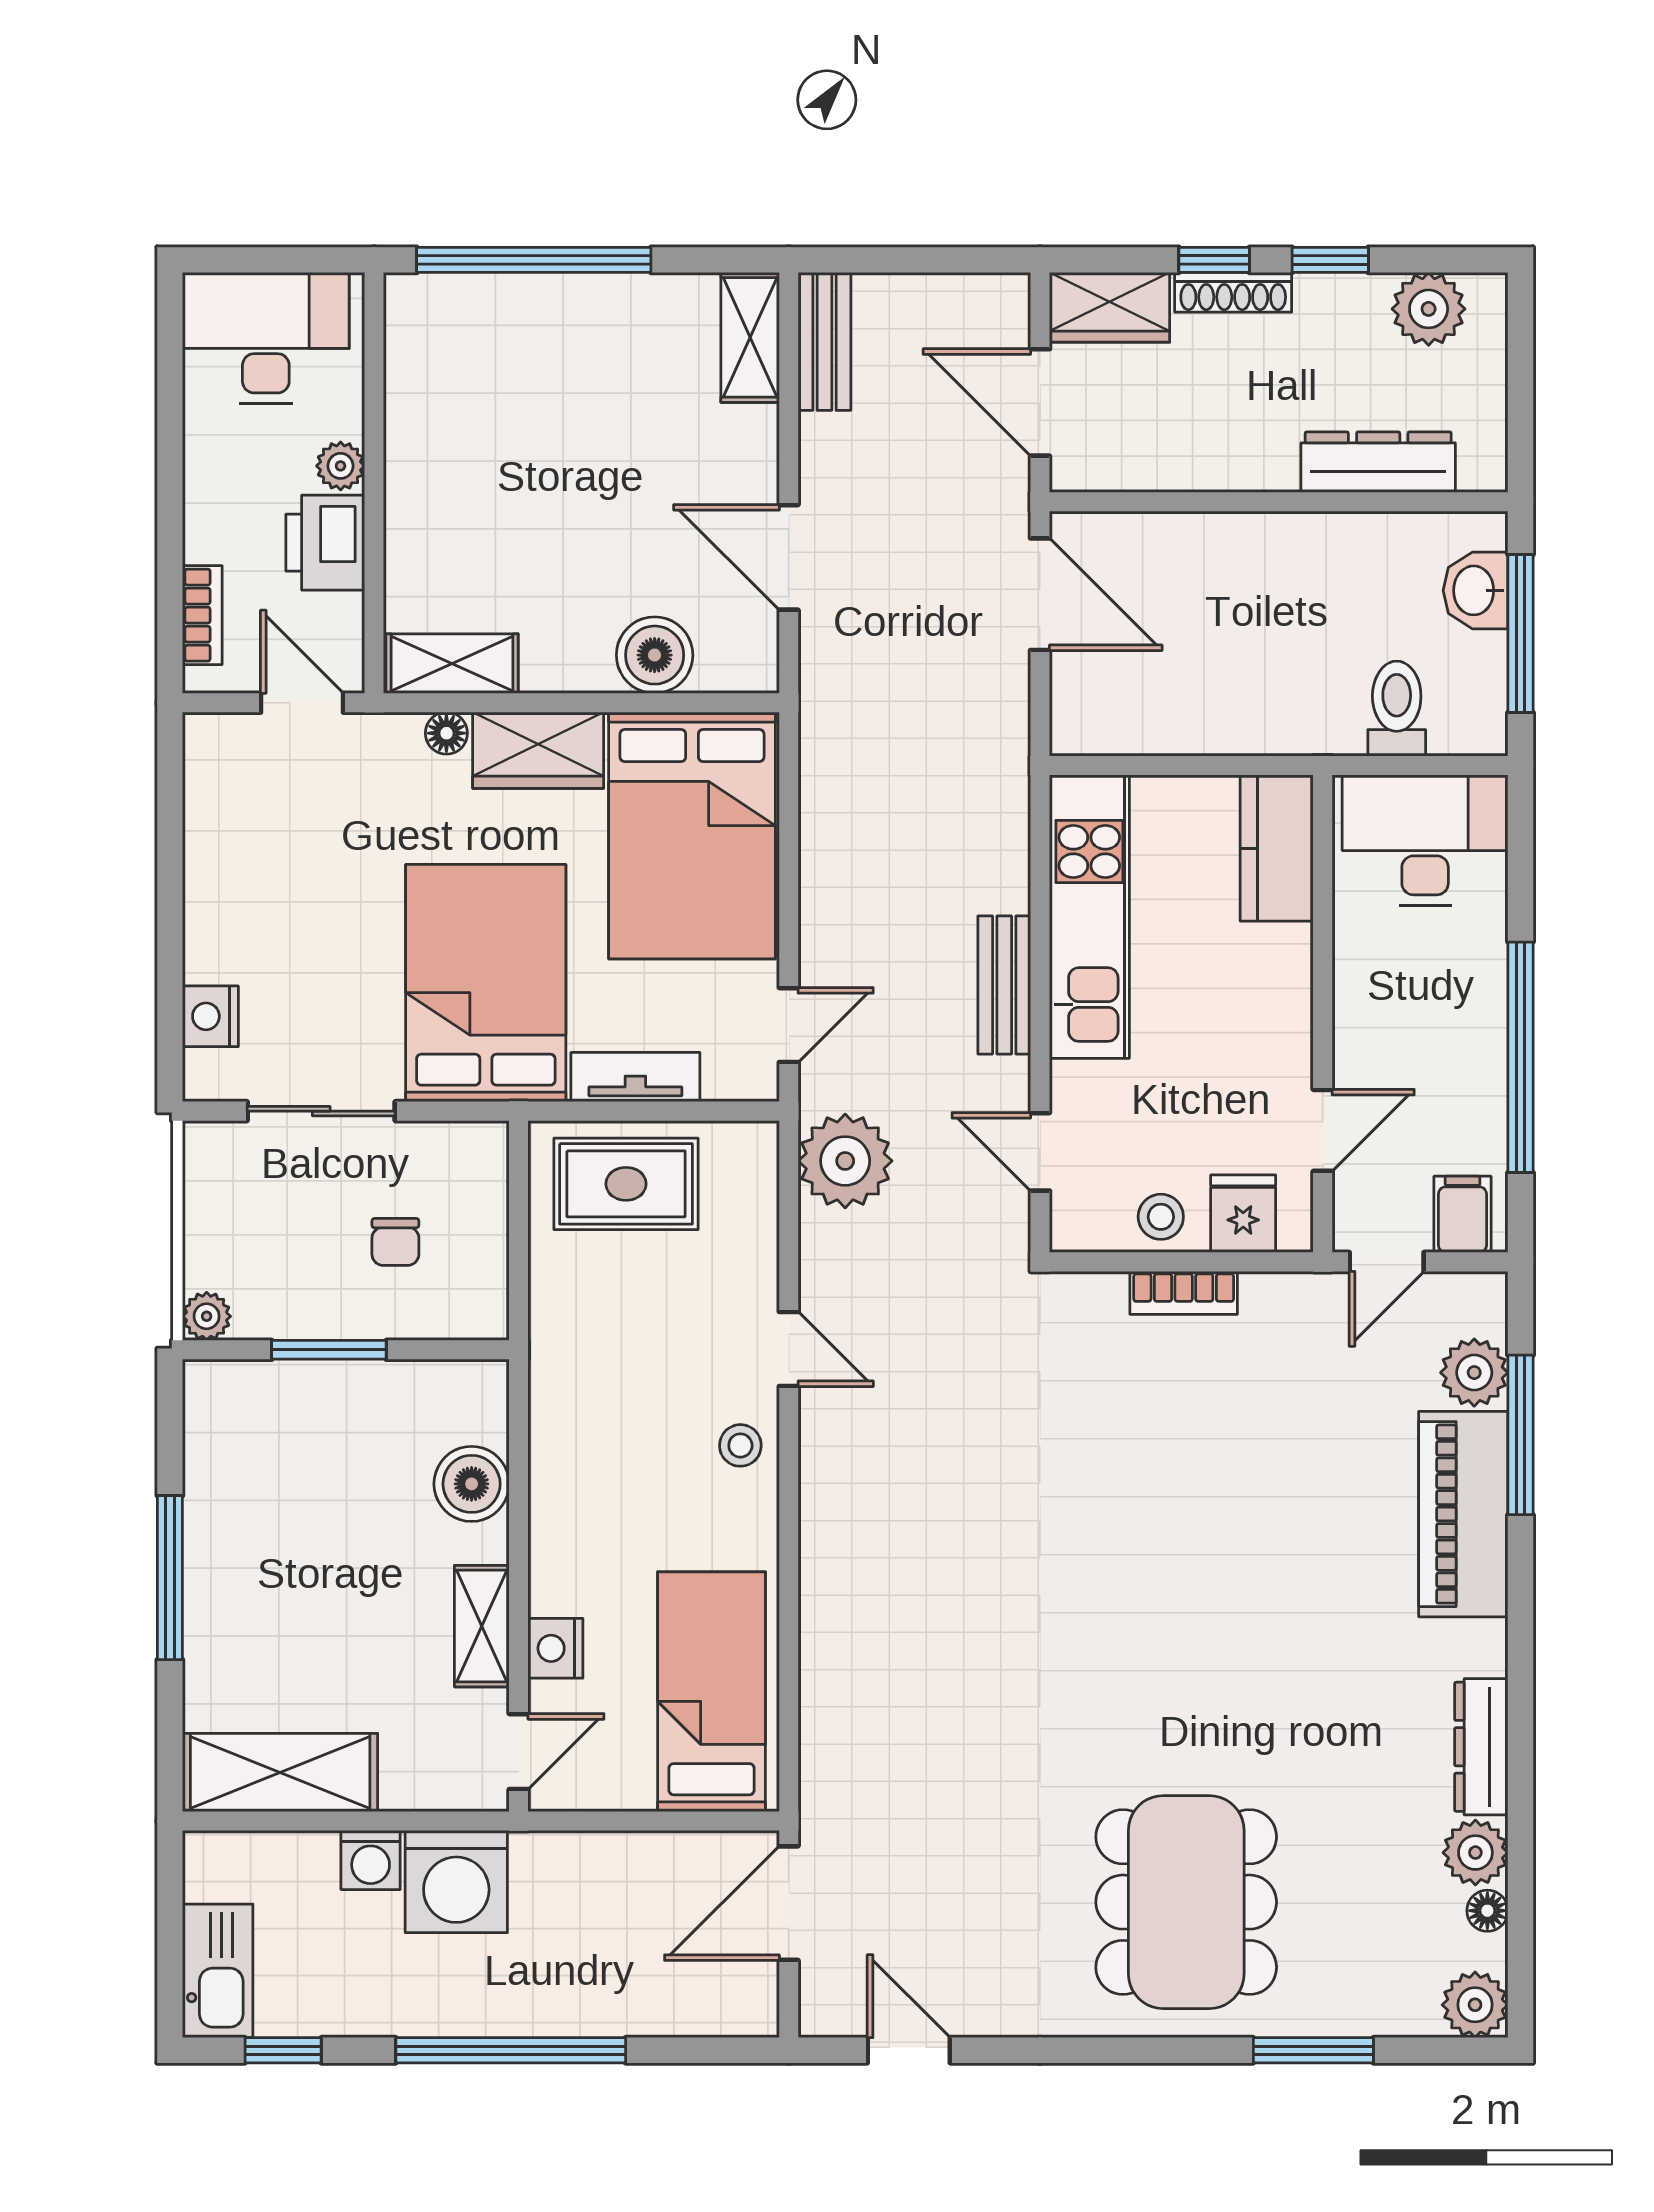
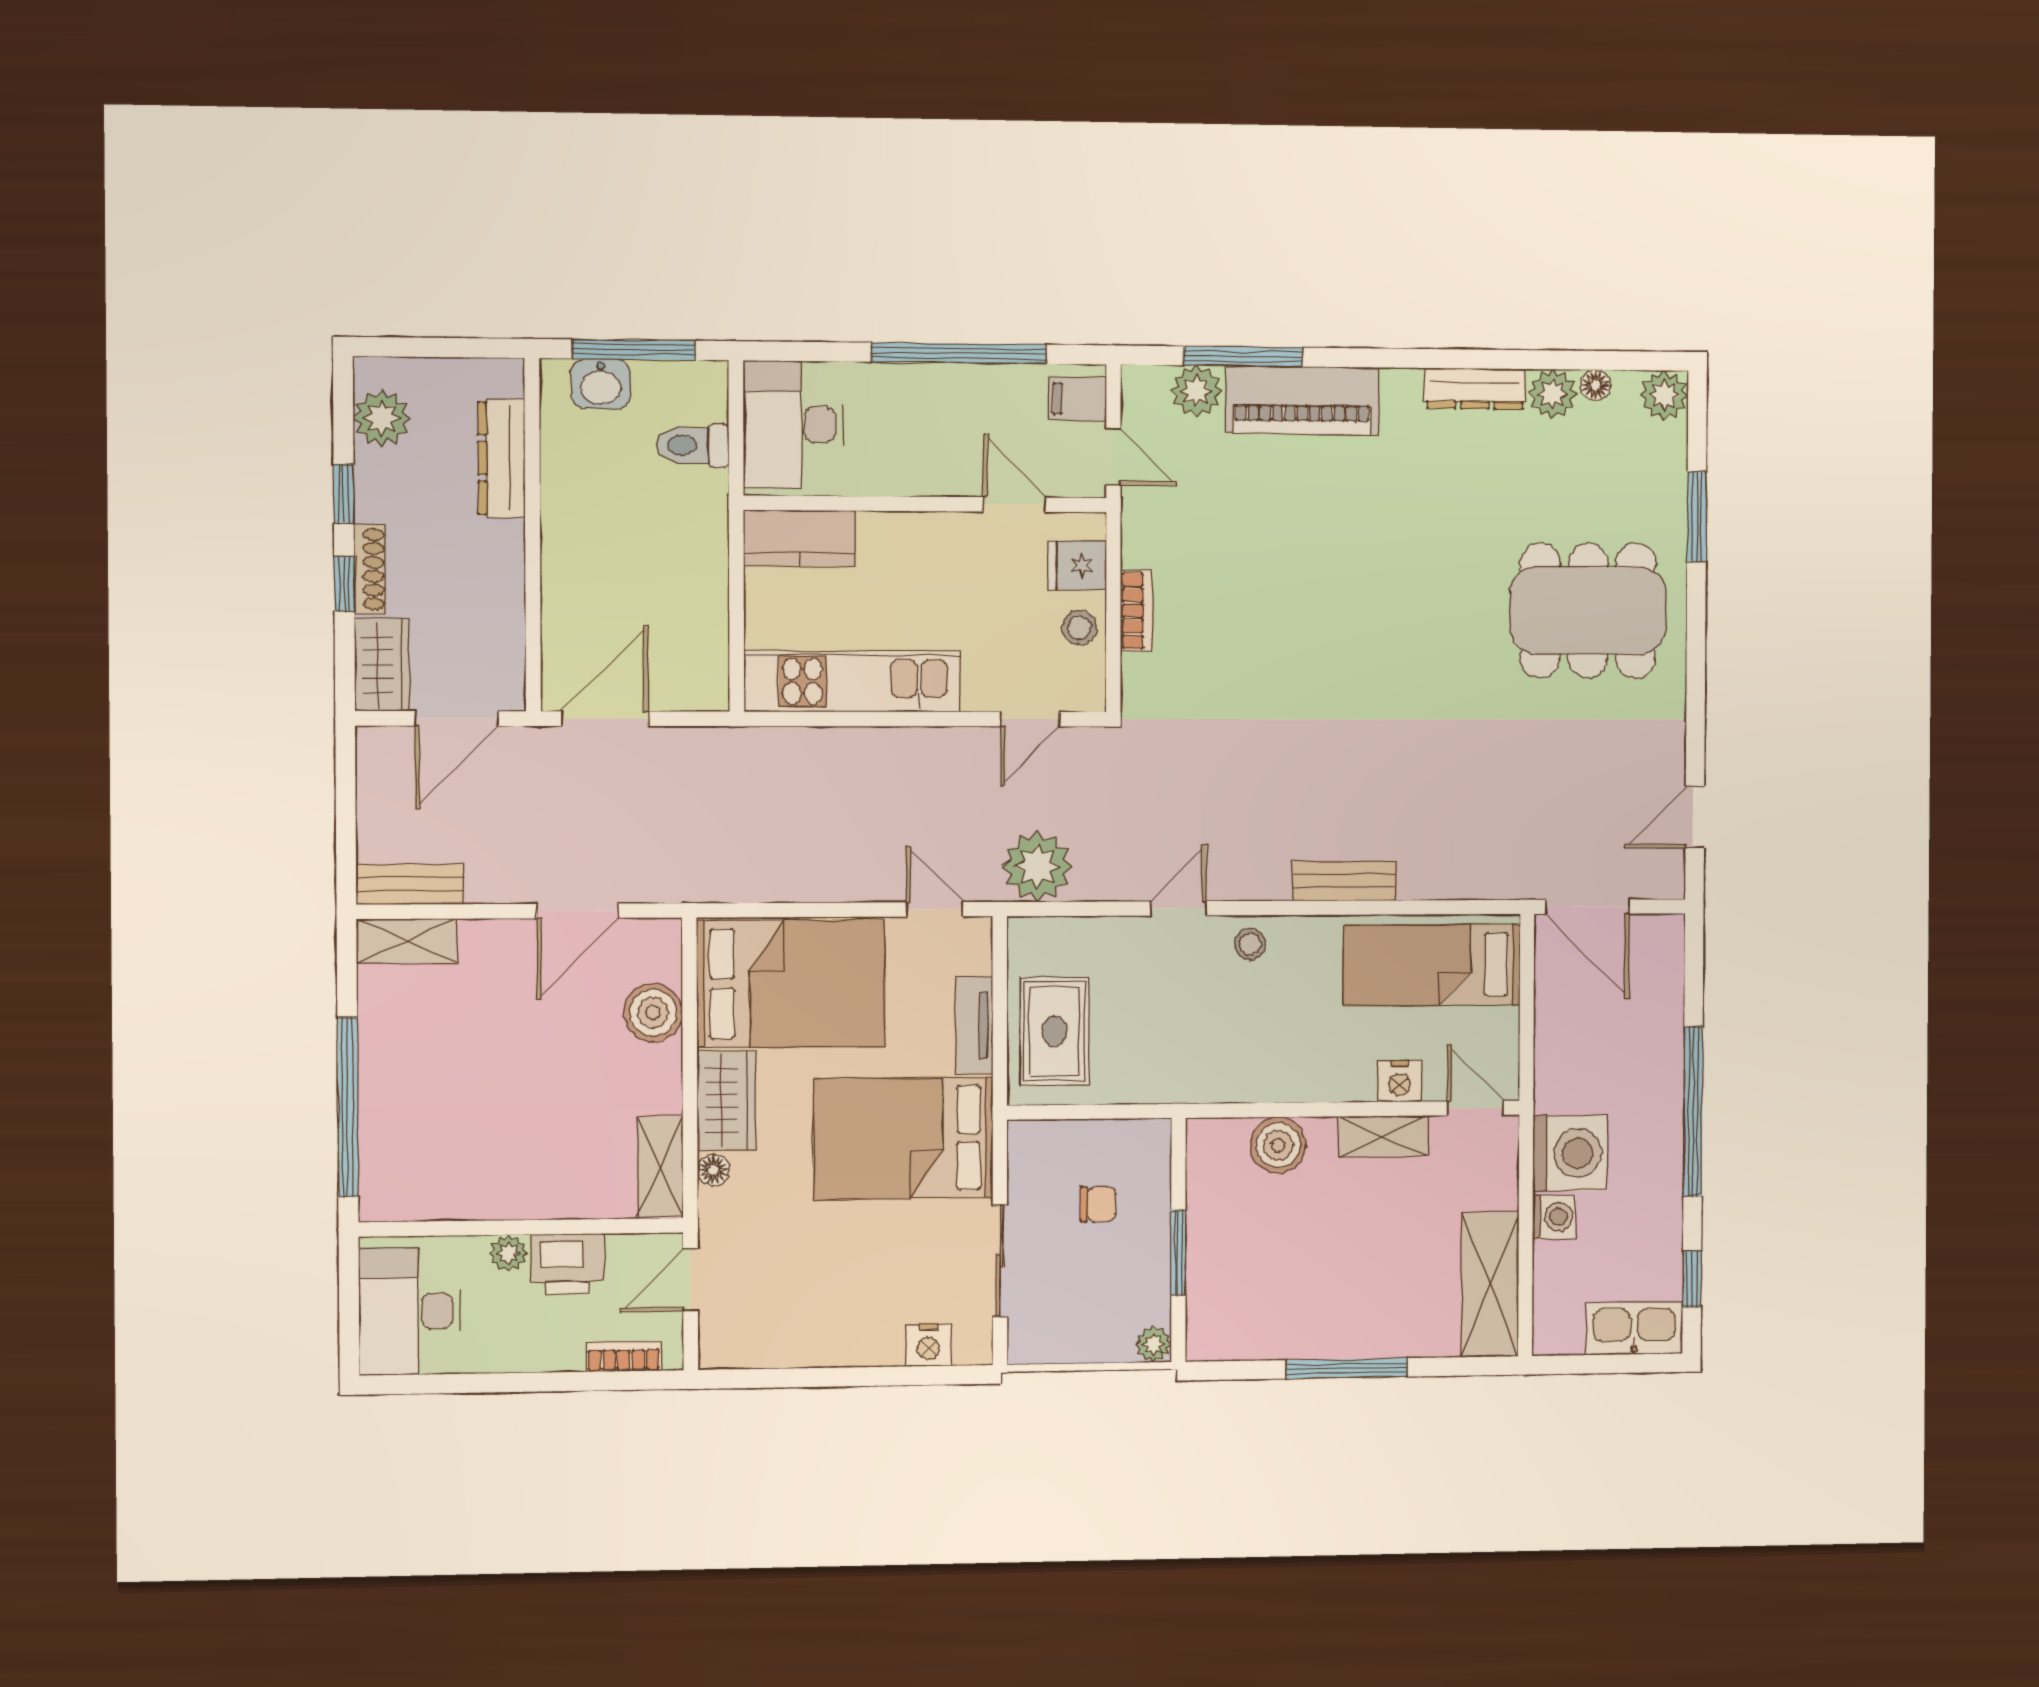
bench: (1004, 985) -> (1344, 881), moved

